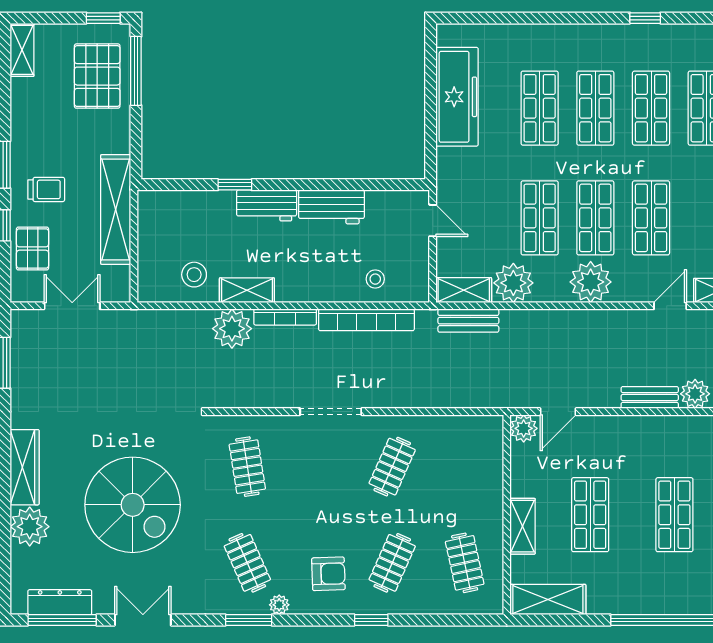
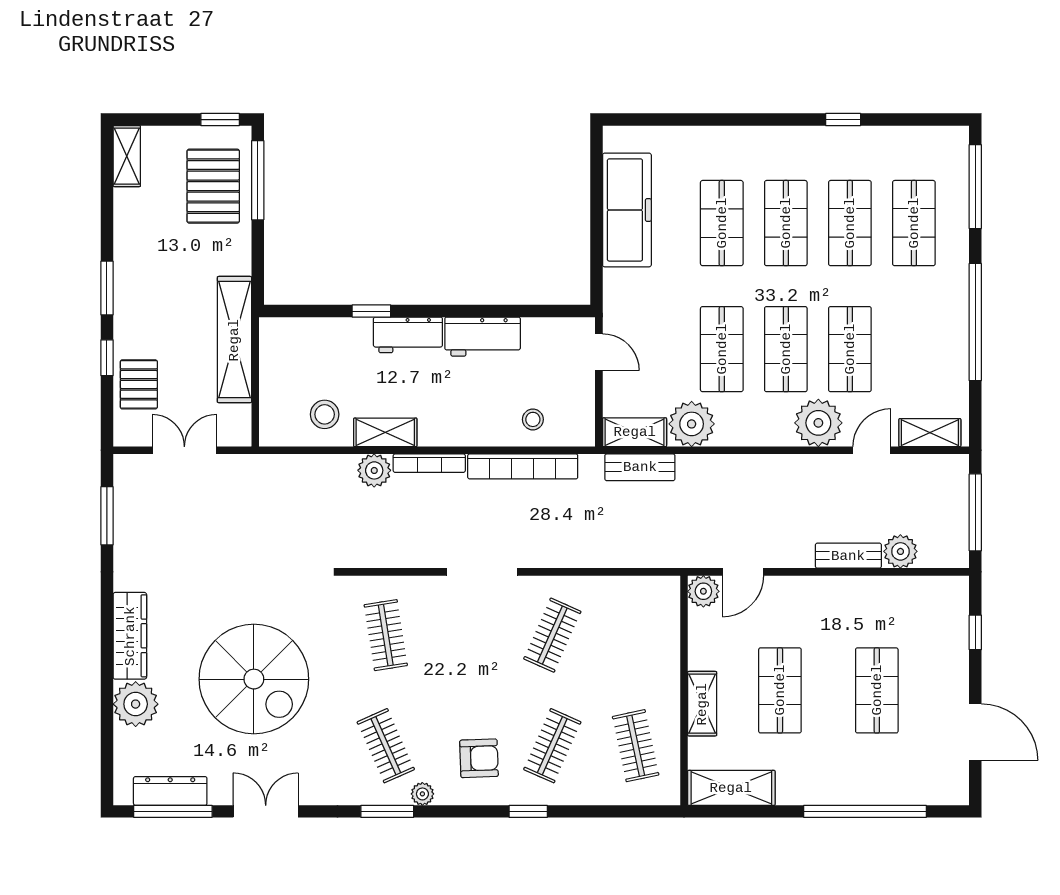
trolley: (46, 189) -> (155, 317), removed
plant: (591, 282) -> (818, 423), moved
plant: (232, 329) -> (374, 470), width x0.73, depth x0.73

